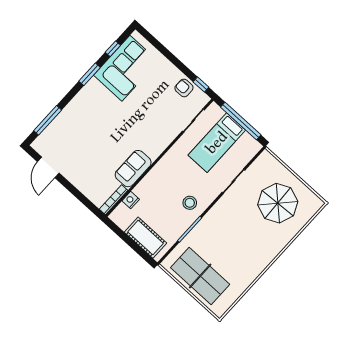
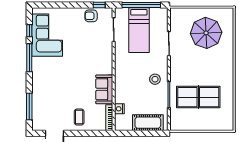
window: (90, 74) -> (29, 58), width x1.44
coffee table: (86, 173) -> (79, 117), added
table tennis table: (200, 276) -> (198, 97), moved

